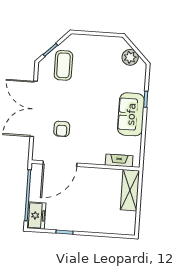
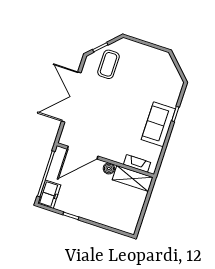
plant: (130, 57) -> (171, 72), removed
armchair: (62, 129) -> (92, 121), removed
boiler: (91, 173) -> (109, 168), added
shelving: (130, 190) -> (133, 178), moved, turned 90

